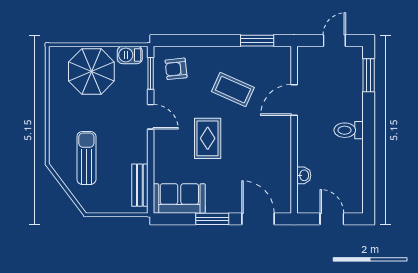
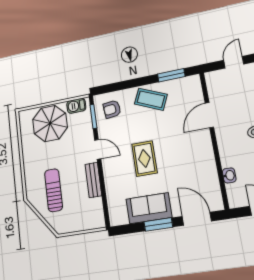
coffee table: (233, 90) -> (151, 99), moved
bench: (140, 185) -> (93, 180), moved
sofa: (179, 198) -> (149, 208), moved

